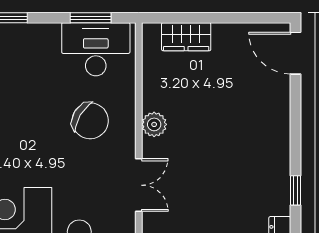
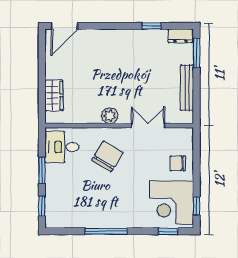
window: (91, 18) -> (42, 170), moved
desk: (96, 49) -> (62, 147), width x0.73

